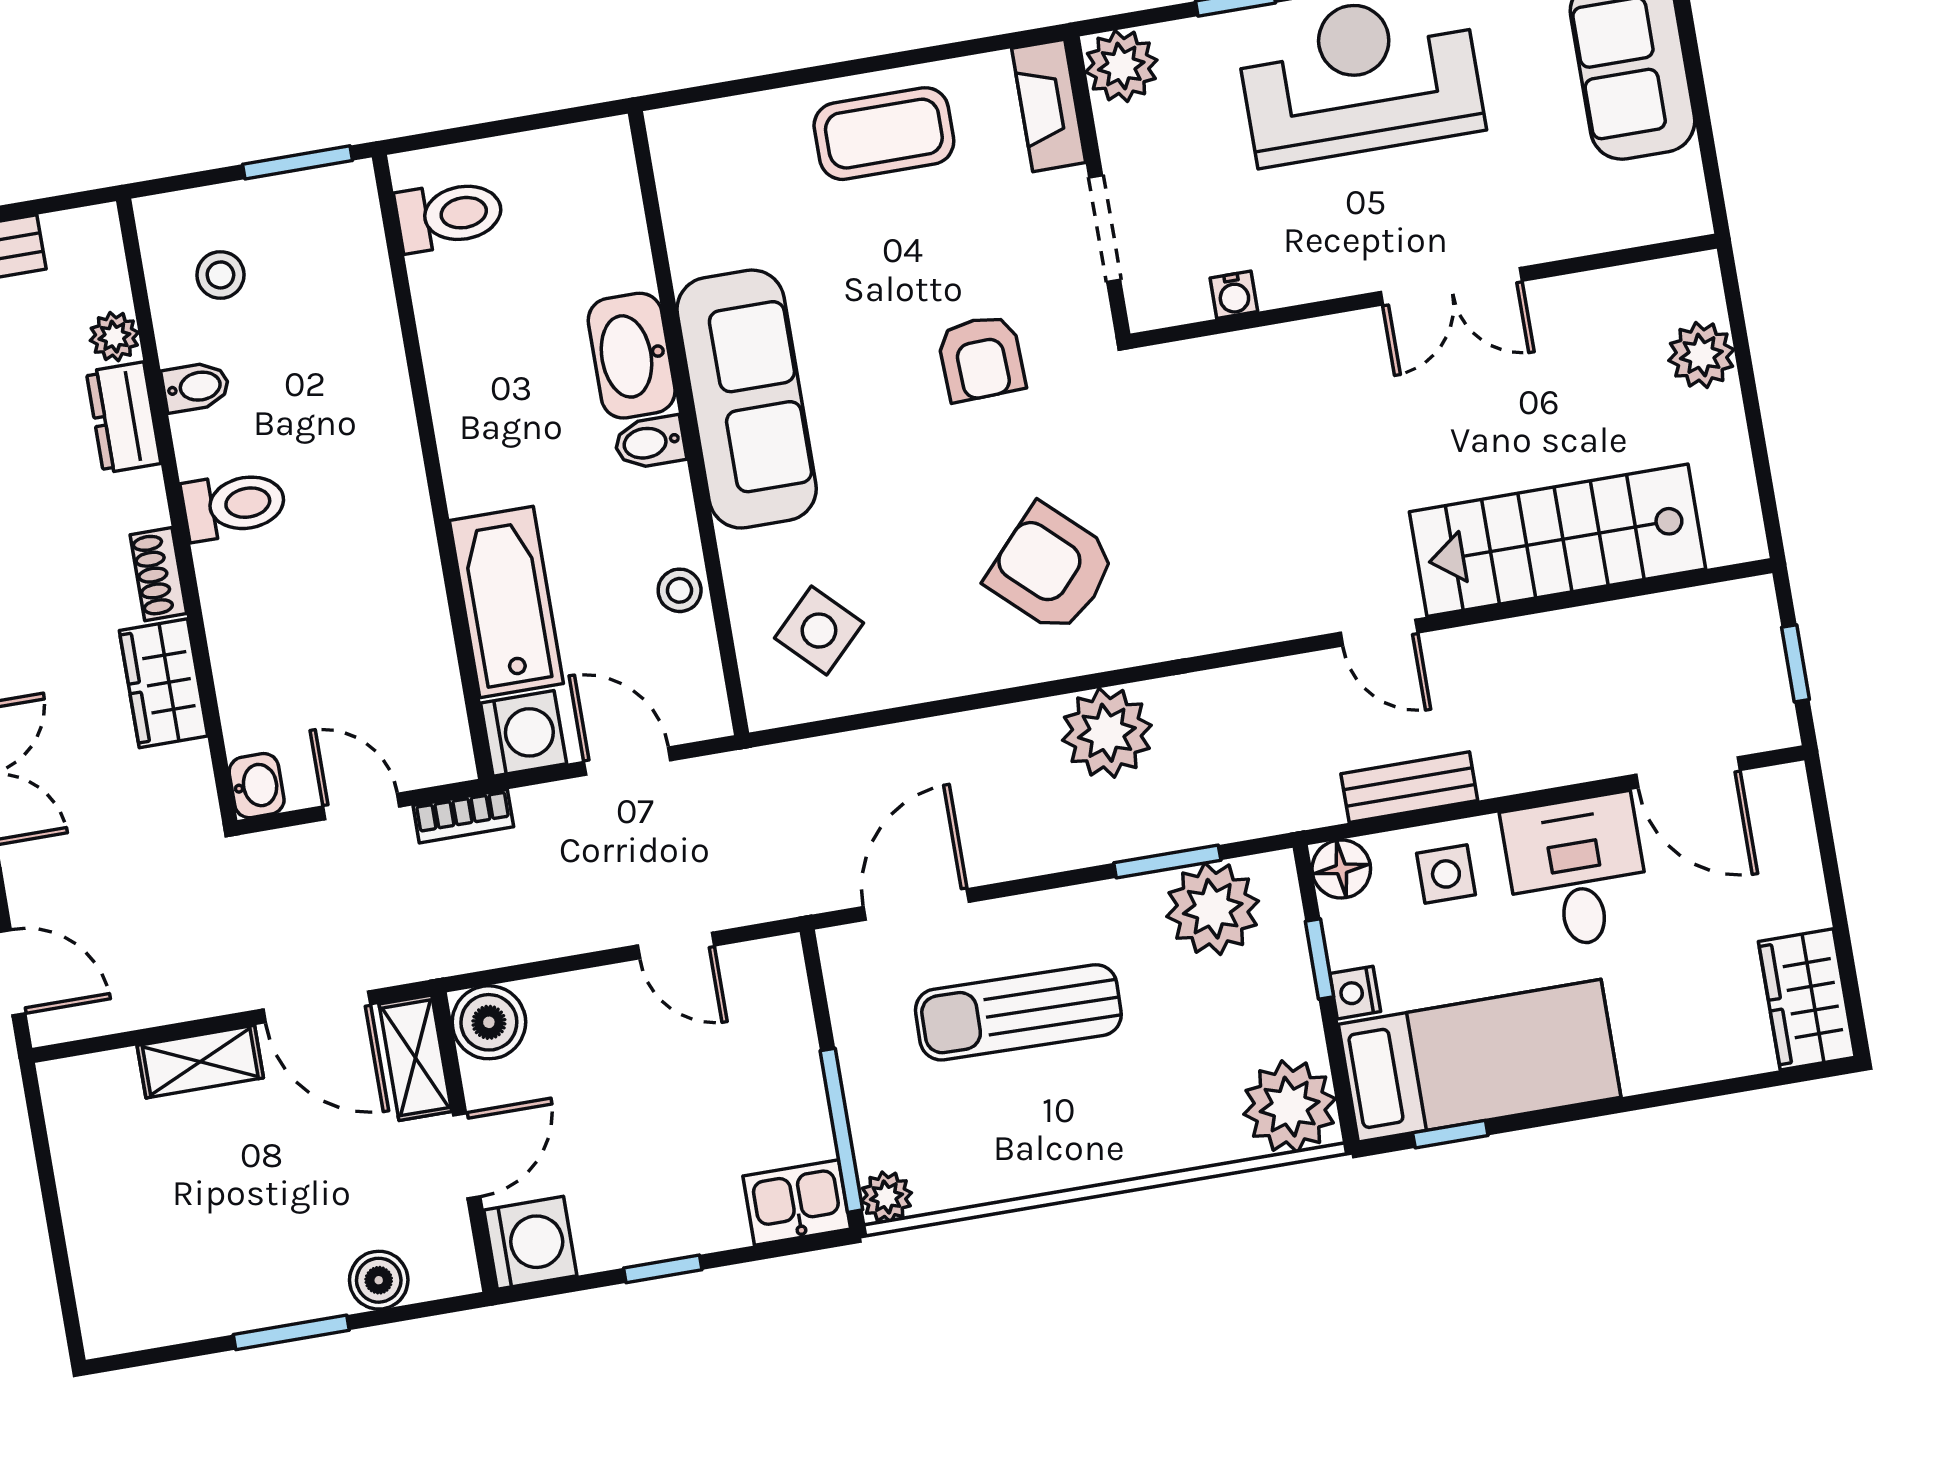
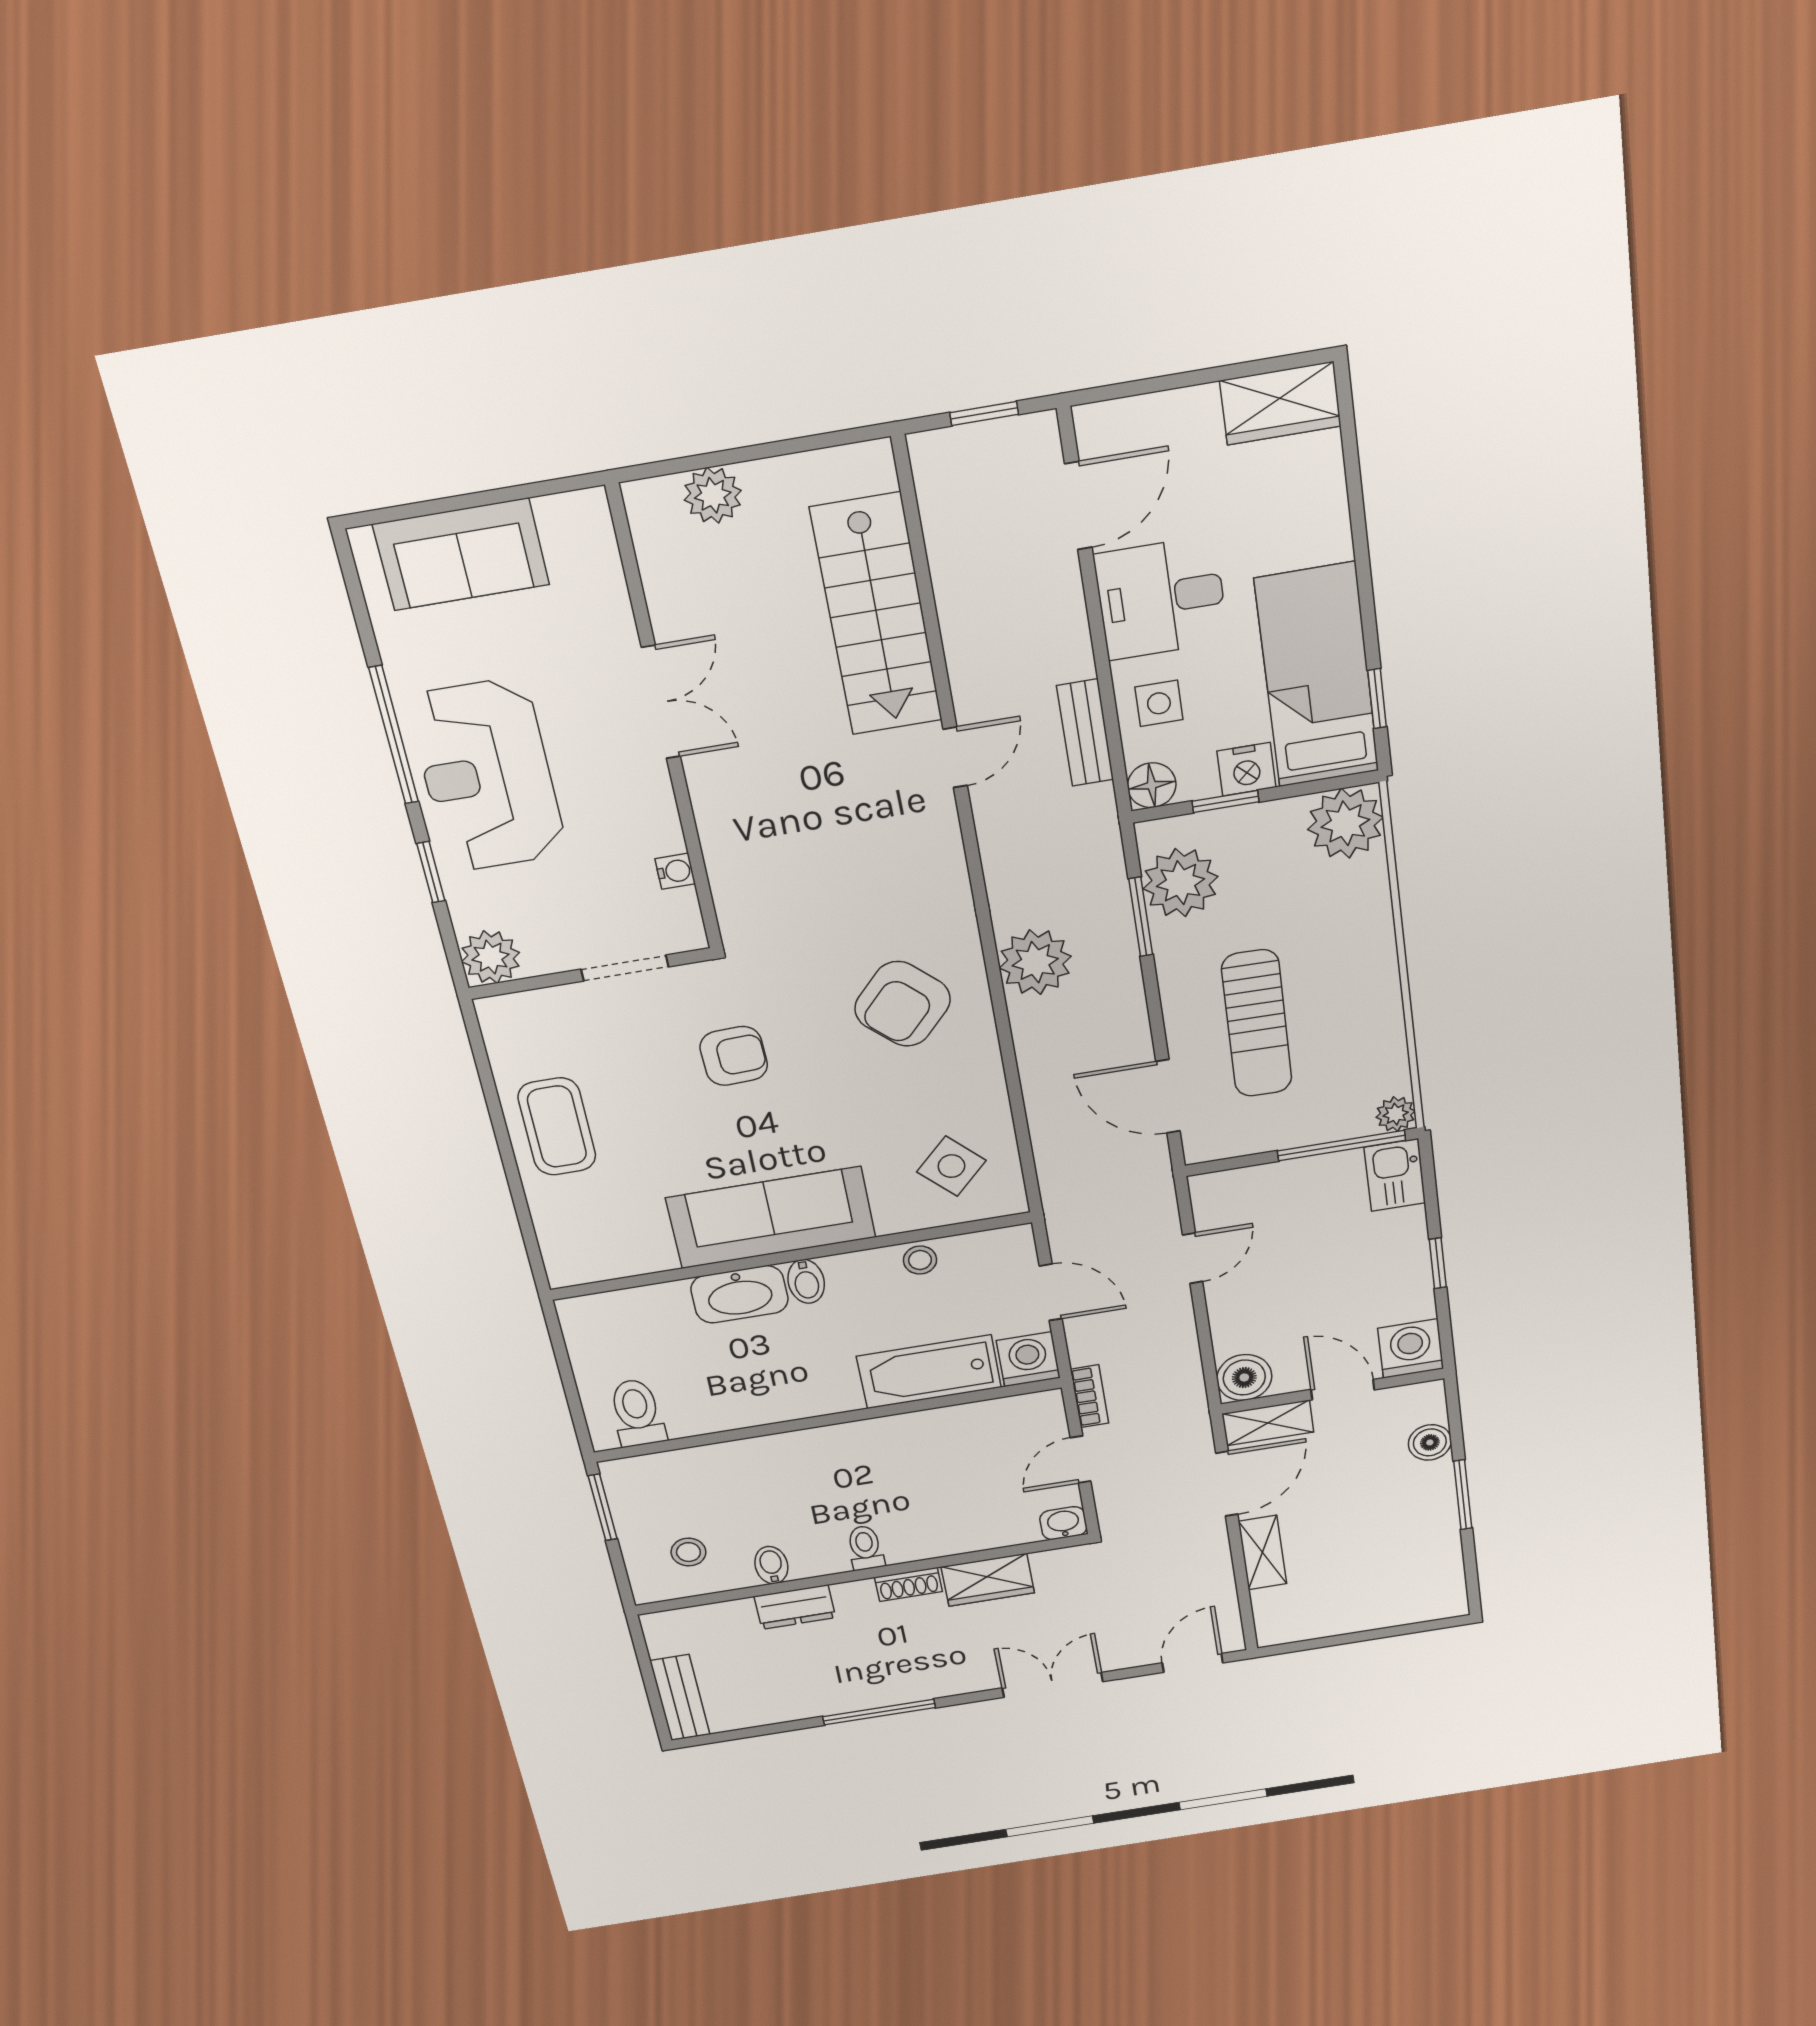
fireplace: (1049, 105) -> (527, 1010), removed
plant: (114, 337) -> (736, 1614), removed
toilet: (234, 505) -> (865, 1548), width x0.73, depth x0.72
door: (627, 761) -> (1051, 1292), swing flipped
nightstand: (1355, 993) -> (1246, 769), width x1.39, depth x1.35

